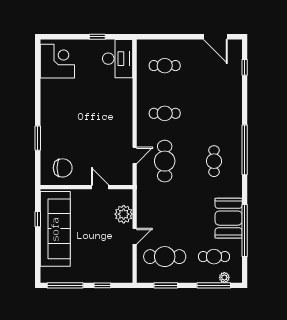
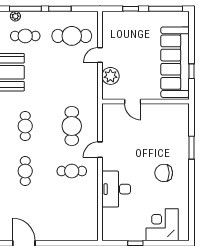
desk: (118, 59) -> (116, 189), moved
corner desk: (57, 61) -> (162, 225), moved, turned 90
cafe table: (165, 66) -> (25, 171), moved, turned 90
door: (135, 155) -> (100, 150), moved
chair: (63, 168) -> (164, 173), moved
window: (166, 285) -> (60, 9), moved

